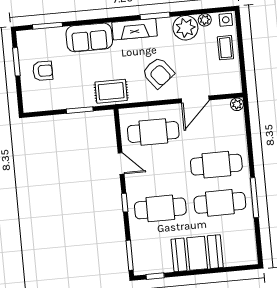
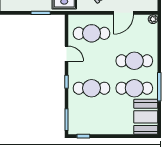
booth: (197, 253) -> (146, 117), moved, turned 90

